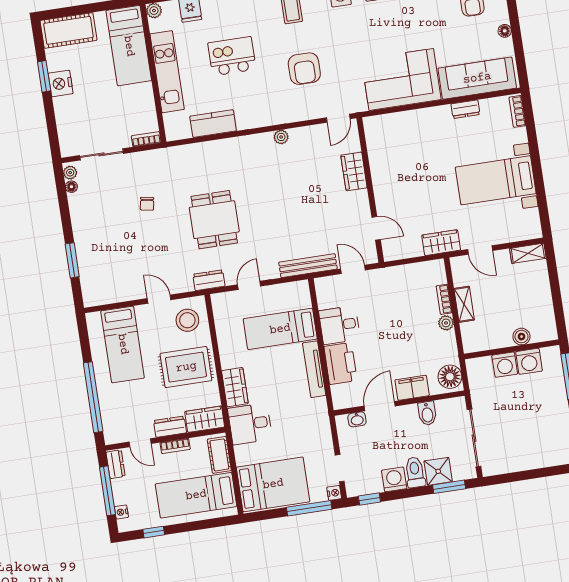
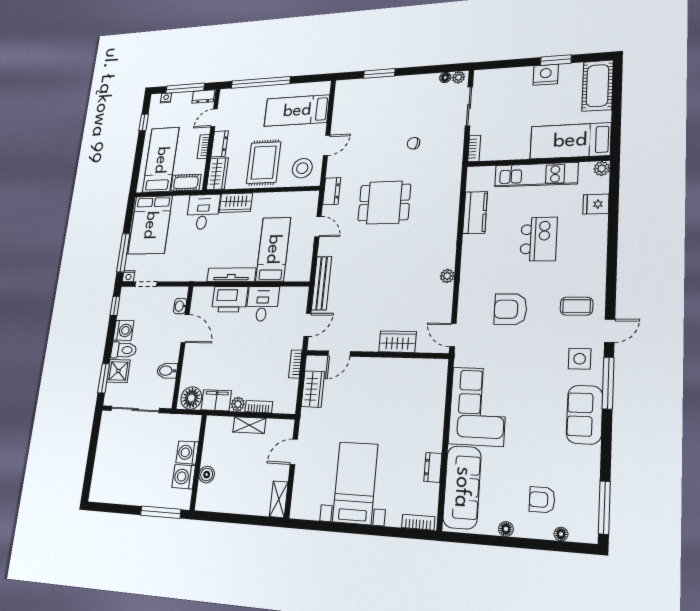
wardrobe: (441, 243) -> (313, 389), moved
bookcase: (395, 272) -> (295, 364), added
filing cabinet: (412, 388) -> (216, 400), moved, turned -90

